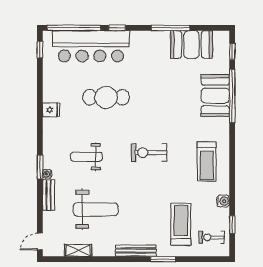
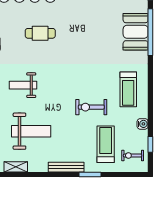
cafe table: (106, 97) -> (40, 33), width x0.73, depth x0.74
exercise bike: (149, 153) -> (91, 107), moved

